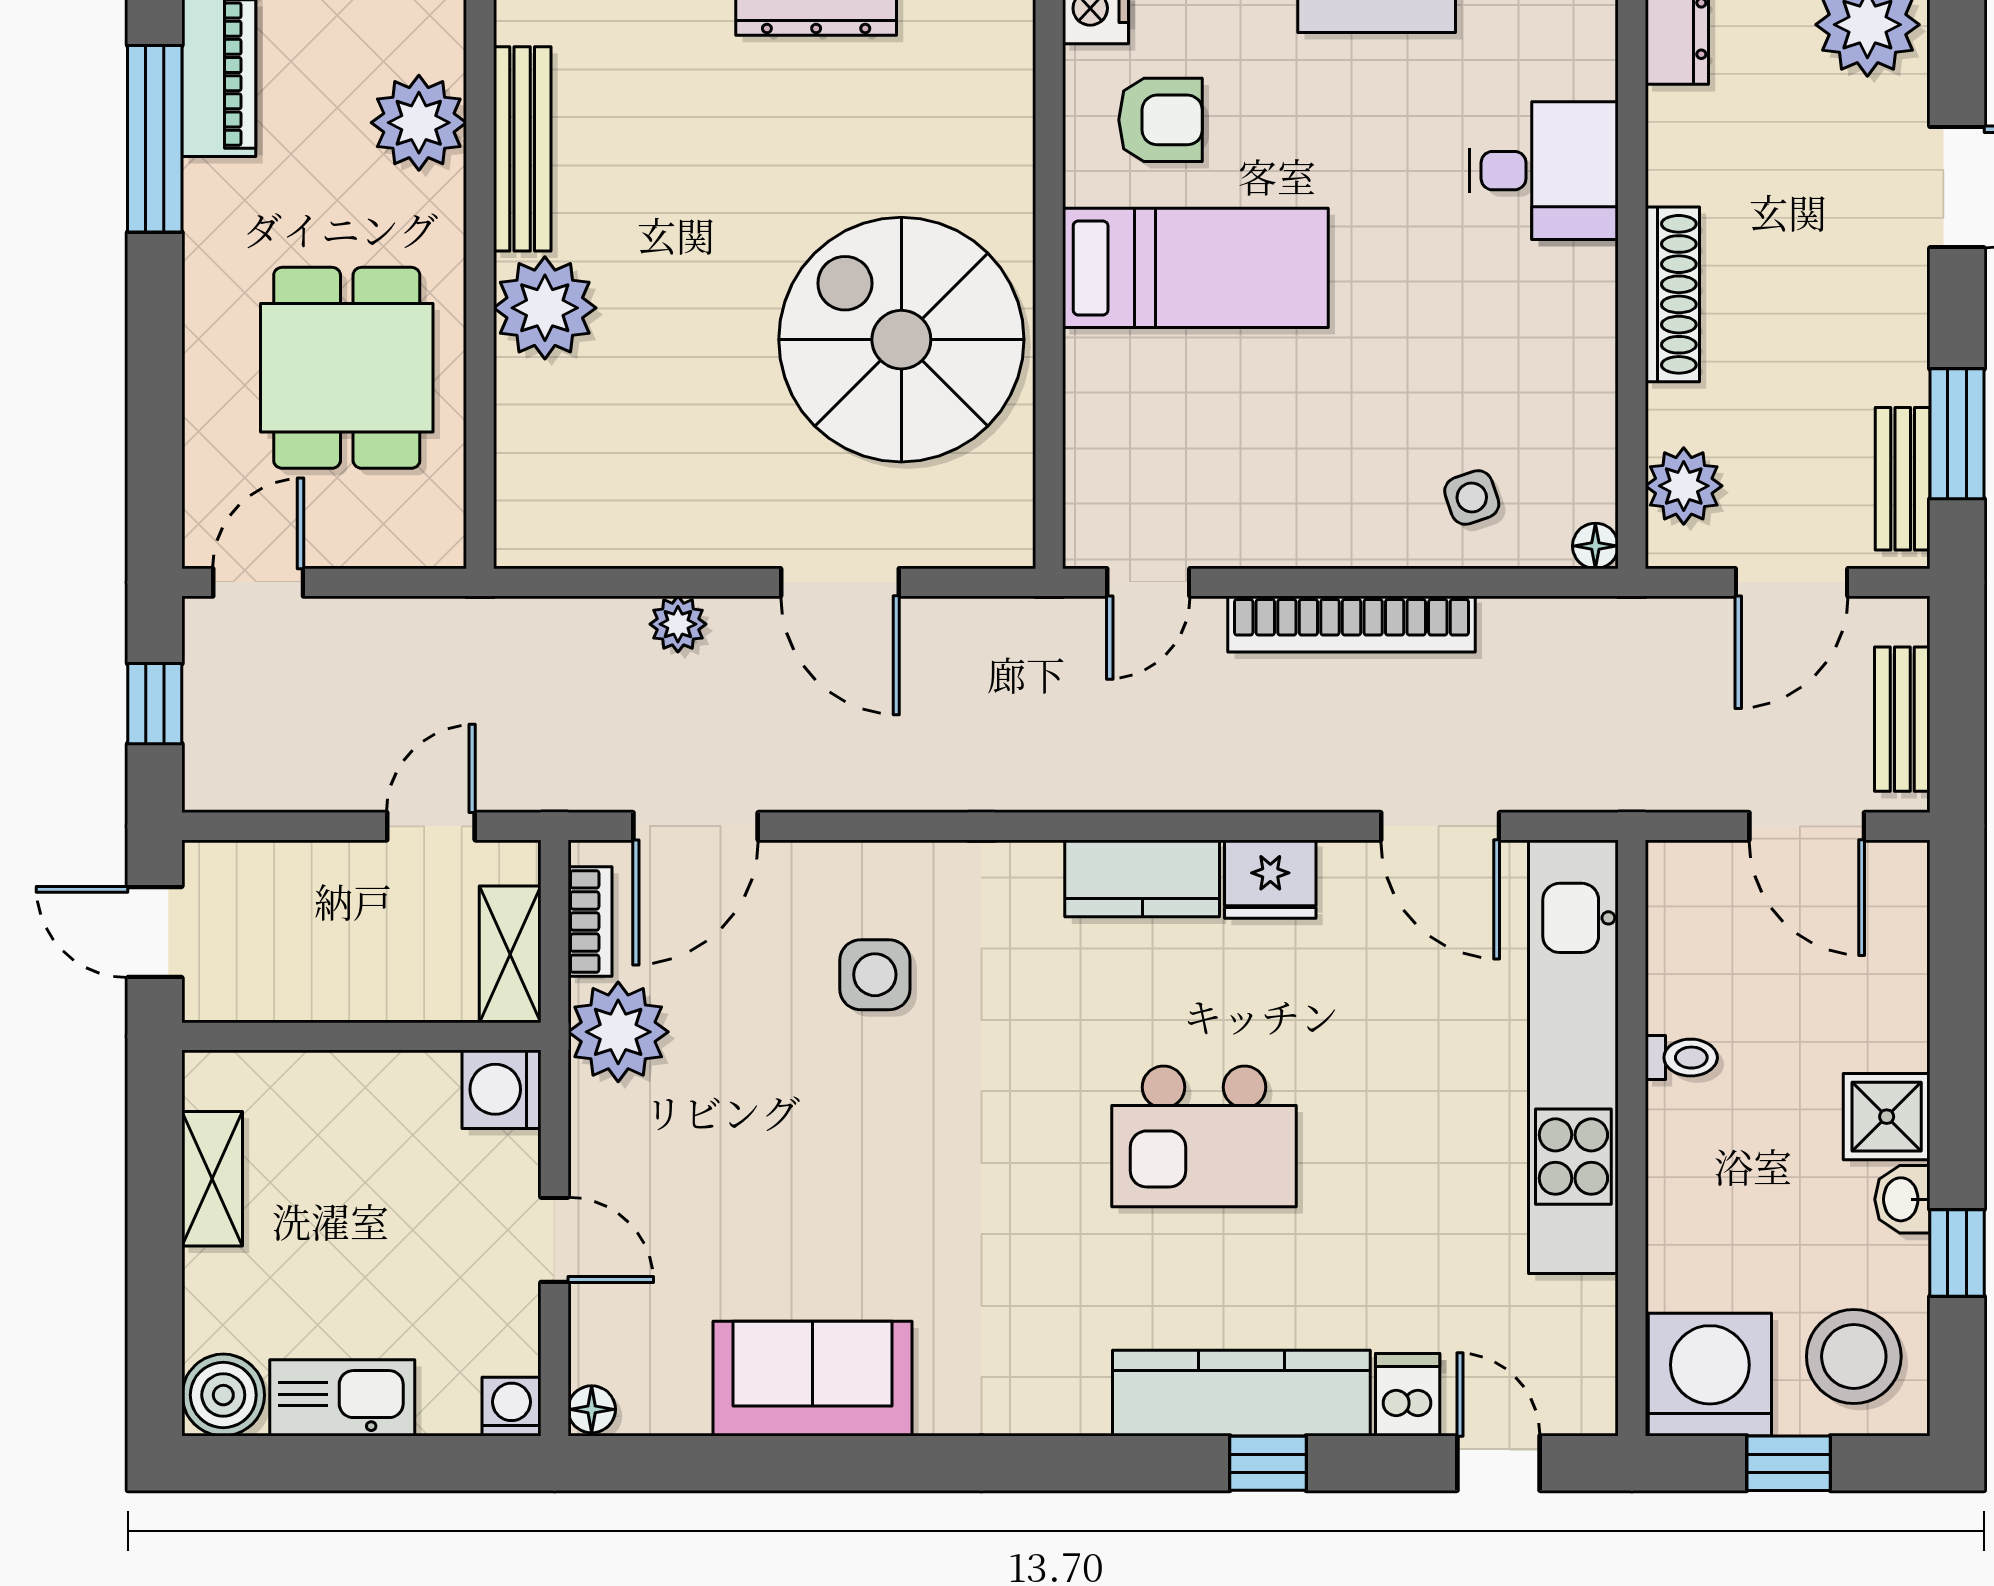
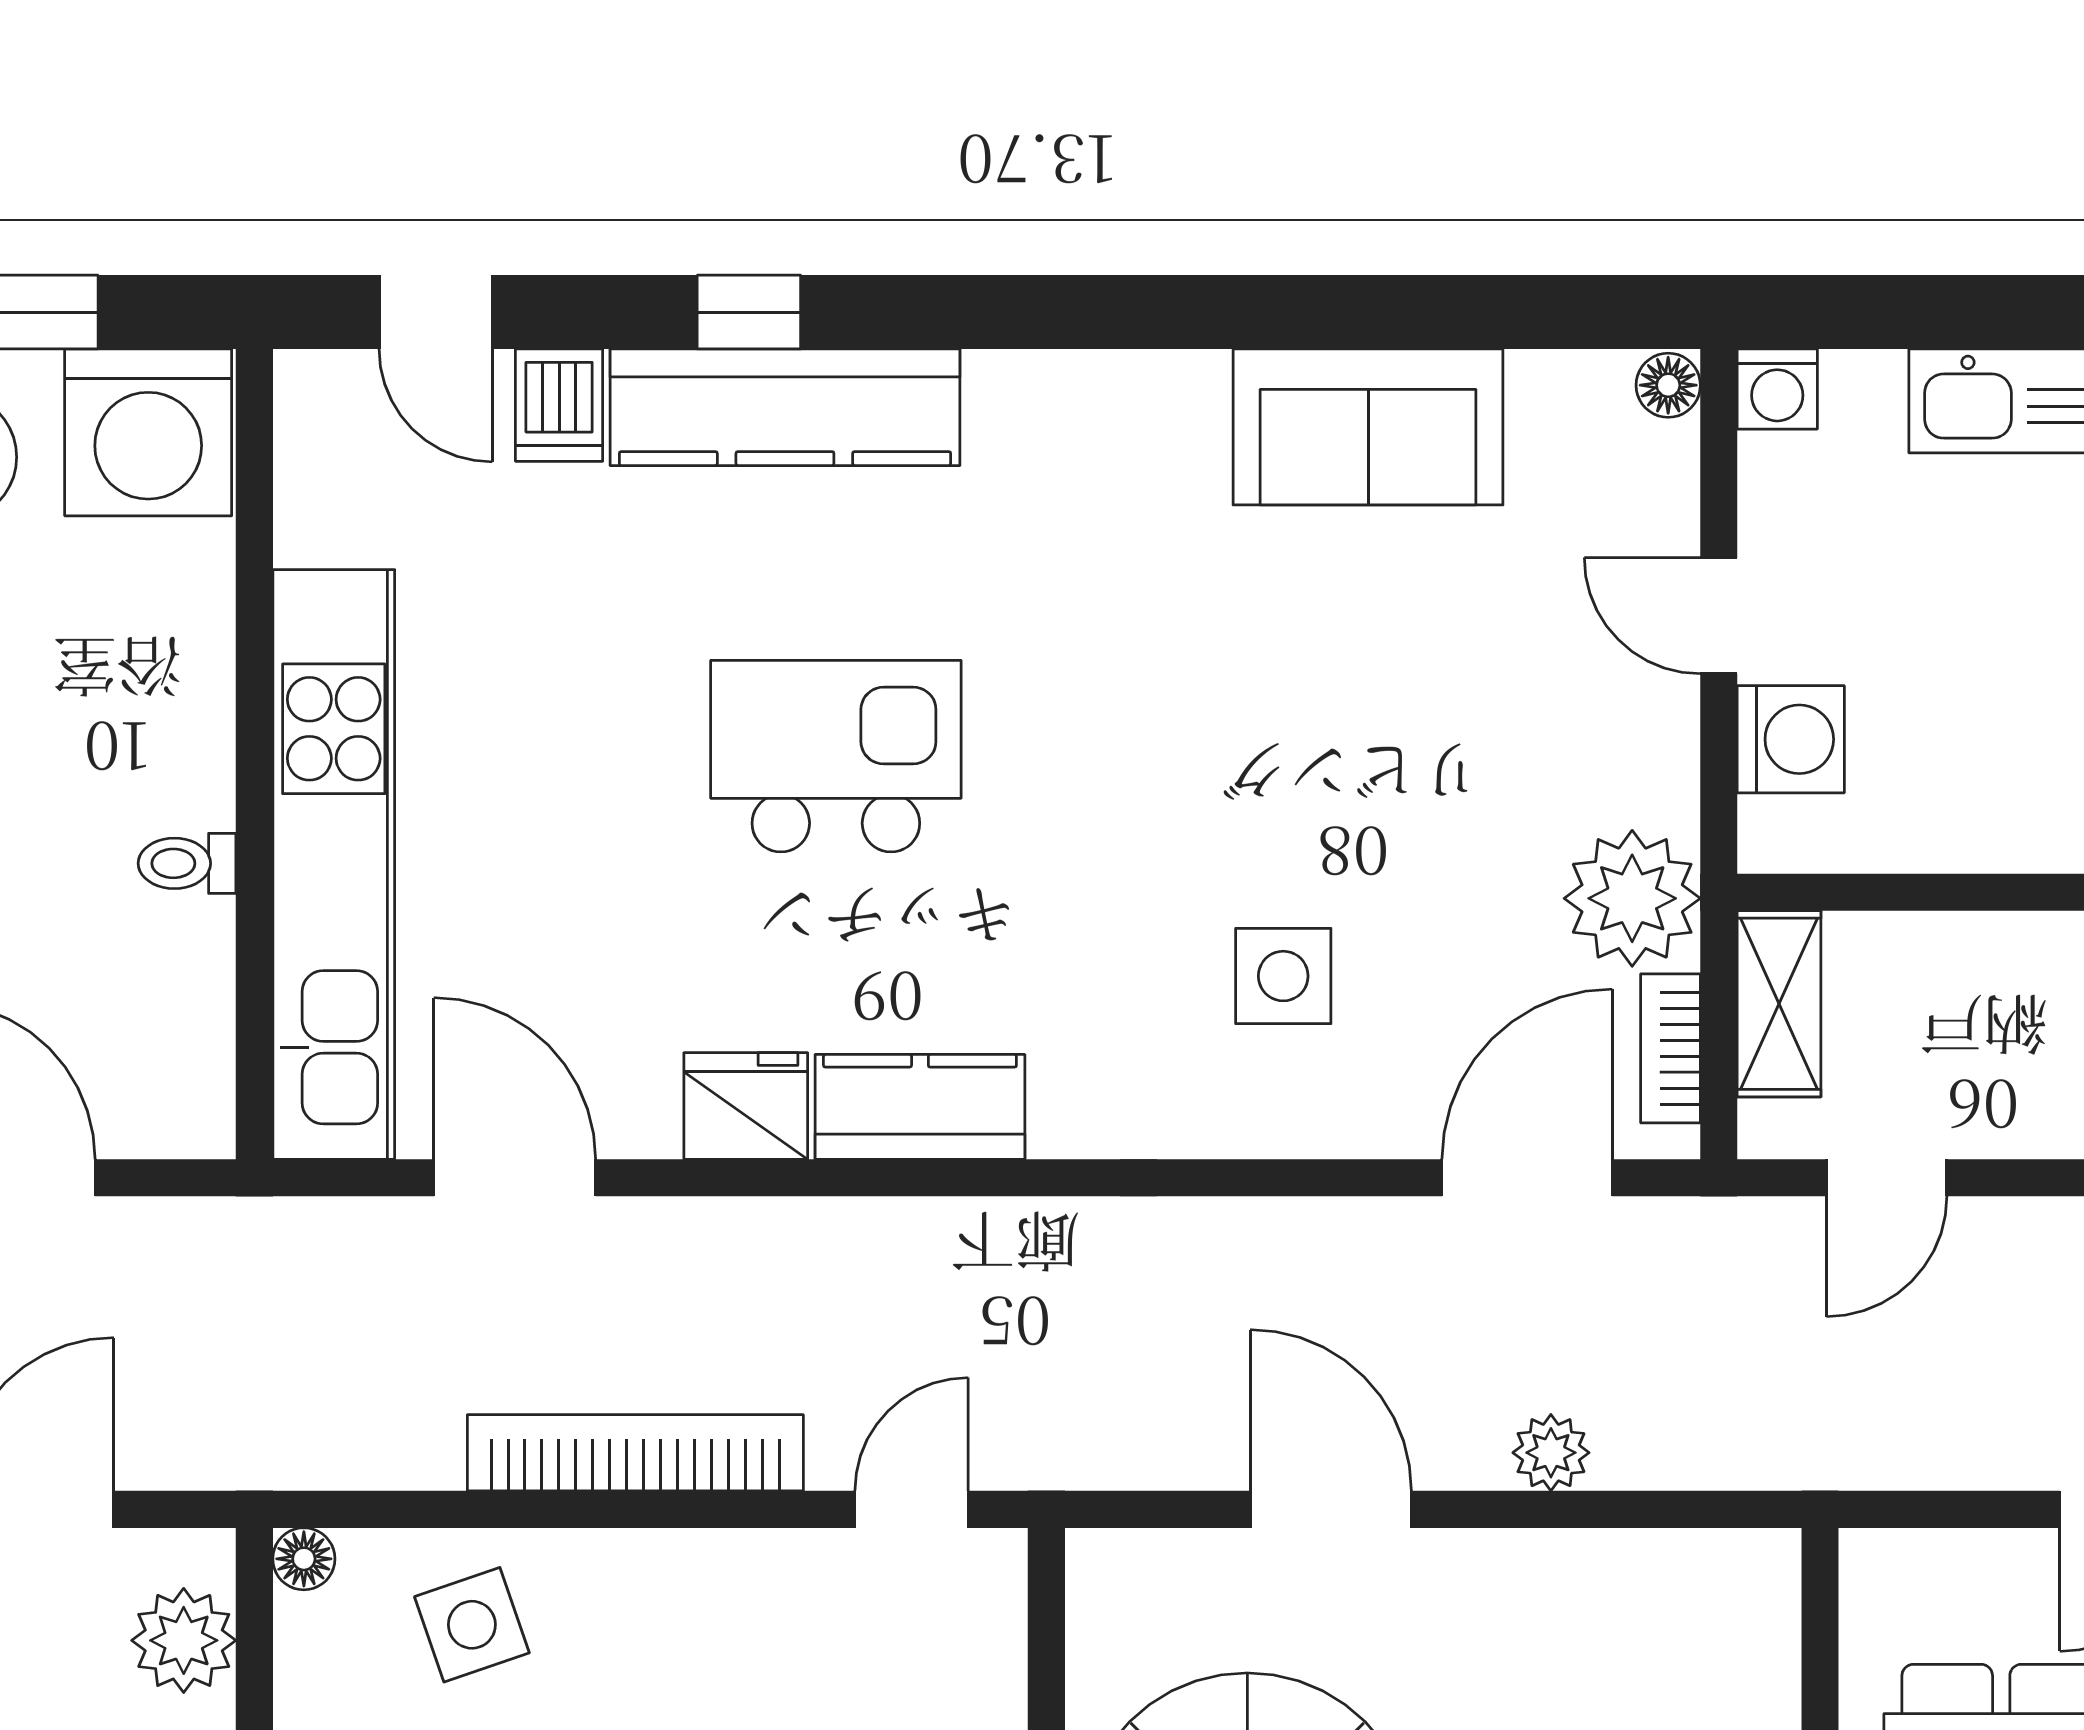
side table: (1472, 497) -> (472, 1625), width x1.37, depth x1.37
washing machine: (502, 1089) -> (1791, 739), moved

